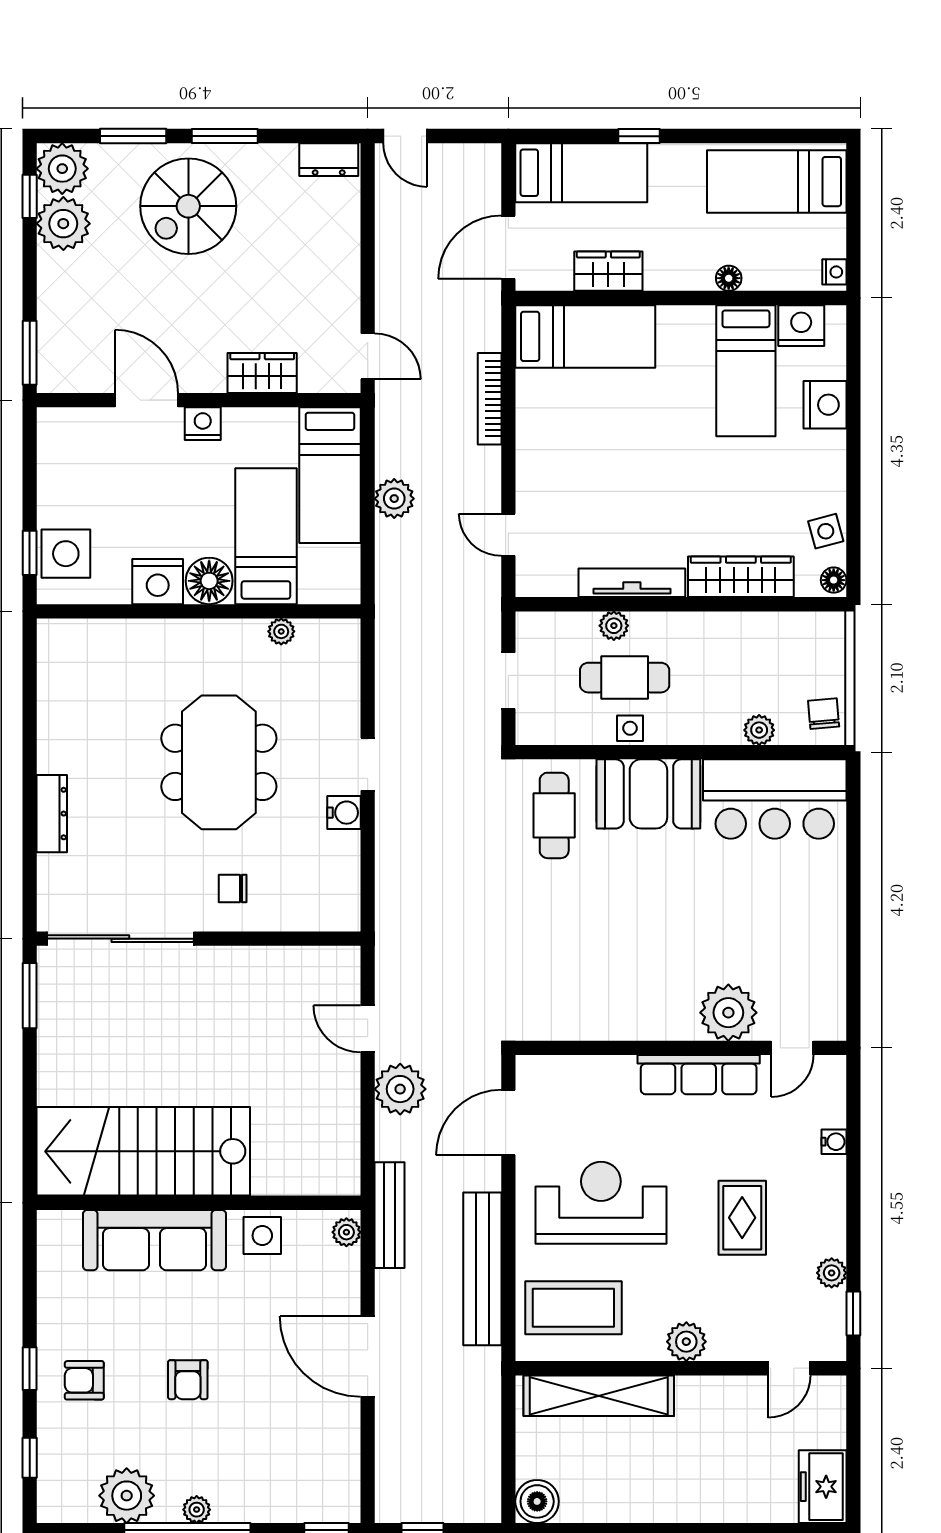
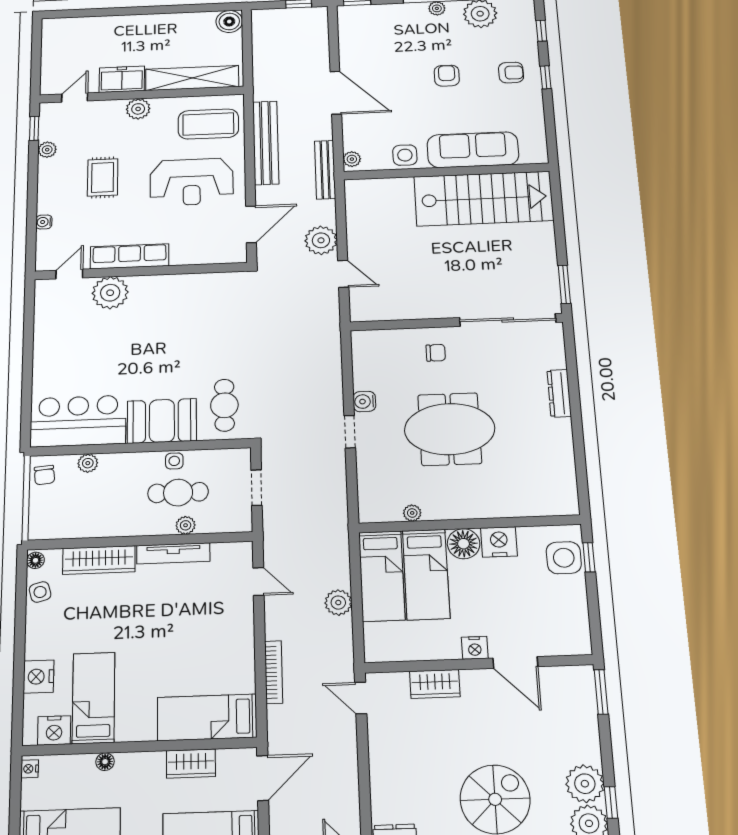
bed: (330, 475) -> (382, 576), moved, turned 180
meeting table: (219, 762) -> (450, 429), turned 90
freezer: (823, 1487) -> (122, 79), moved, turned -90

